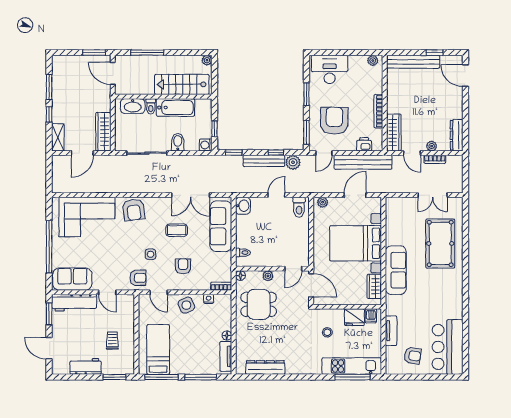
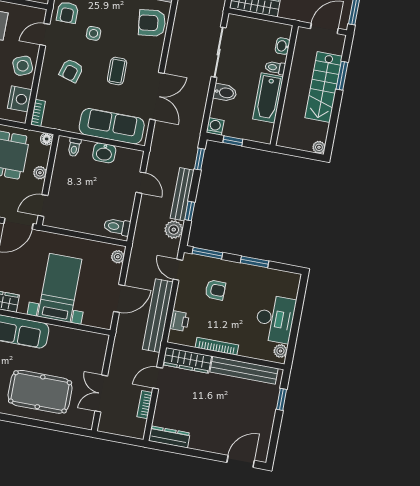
window: (147, 53) -> (342, 76), width x0.69
window: (435, 53) -> (281, 399), moved
bench: (413, 62) -> (244, 370), moved, turned 90
desk: (330, 69) -> (275, 319), moved
stairs: (182, 84) -> (324, 87), moved, turned 180
washbasin: (133, 106) -> (283, 46), width x0.52, depth x0.69
armchair: (334, 121) -> (215, 290), width x0.53, depth x0.53
plant: (432, 146) -> (162, 404), removed
double door: (191, 195) -> (157, 96), swing flipped
door: (276, 195) -> (141, 183), moved
door: (355, 195) -> (119, 298), hinge flipped
washbasin: (243, 206) -> (104, 153), moved
bed with nightstands: (356, 243) -> (60, 288), width x0.73
armchair: (183, 266) -> (71, 70), turned 107
door: (293, 269) -> (43, 206), hinge flipped
nightstand: (209, 299) -> (20, 99), width x1.89, depth x1.79

